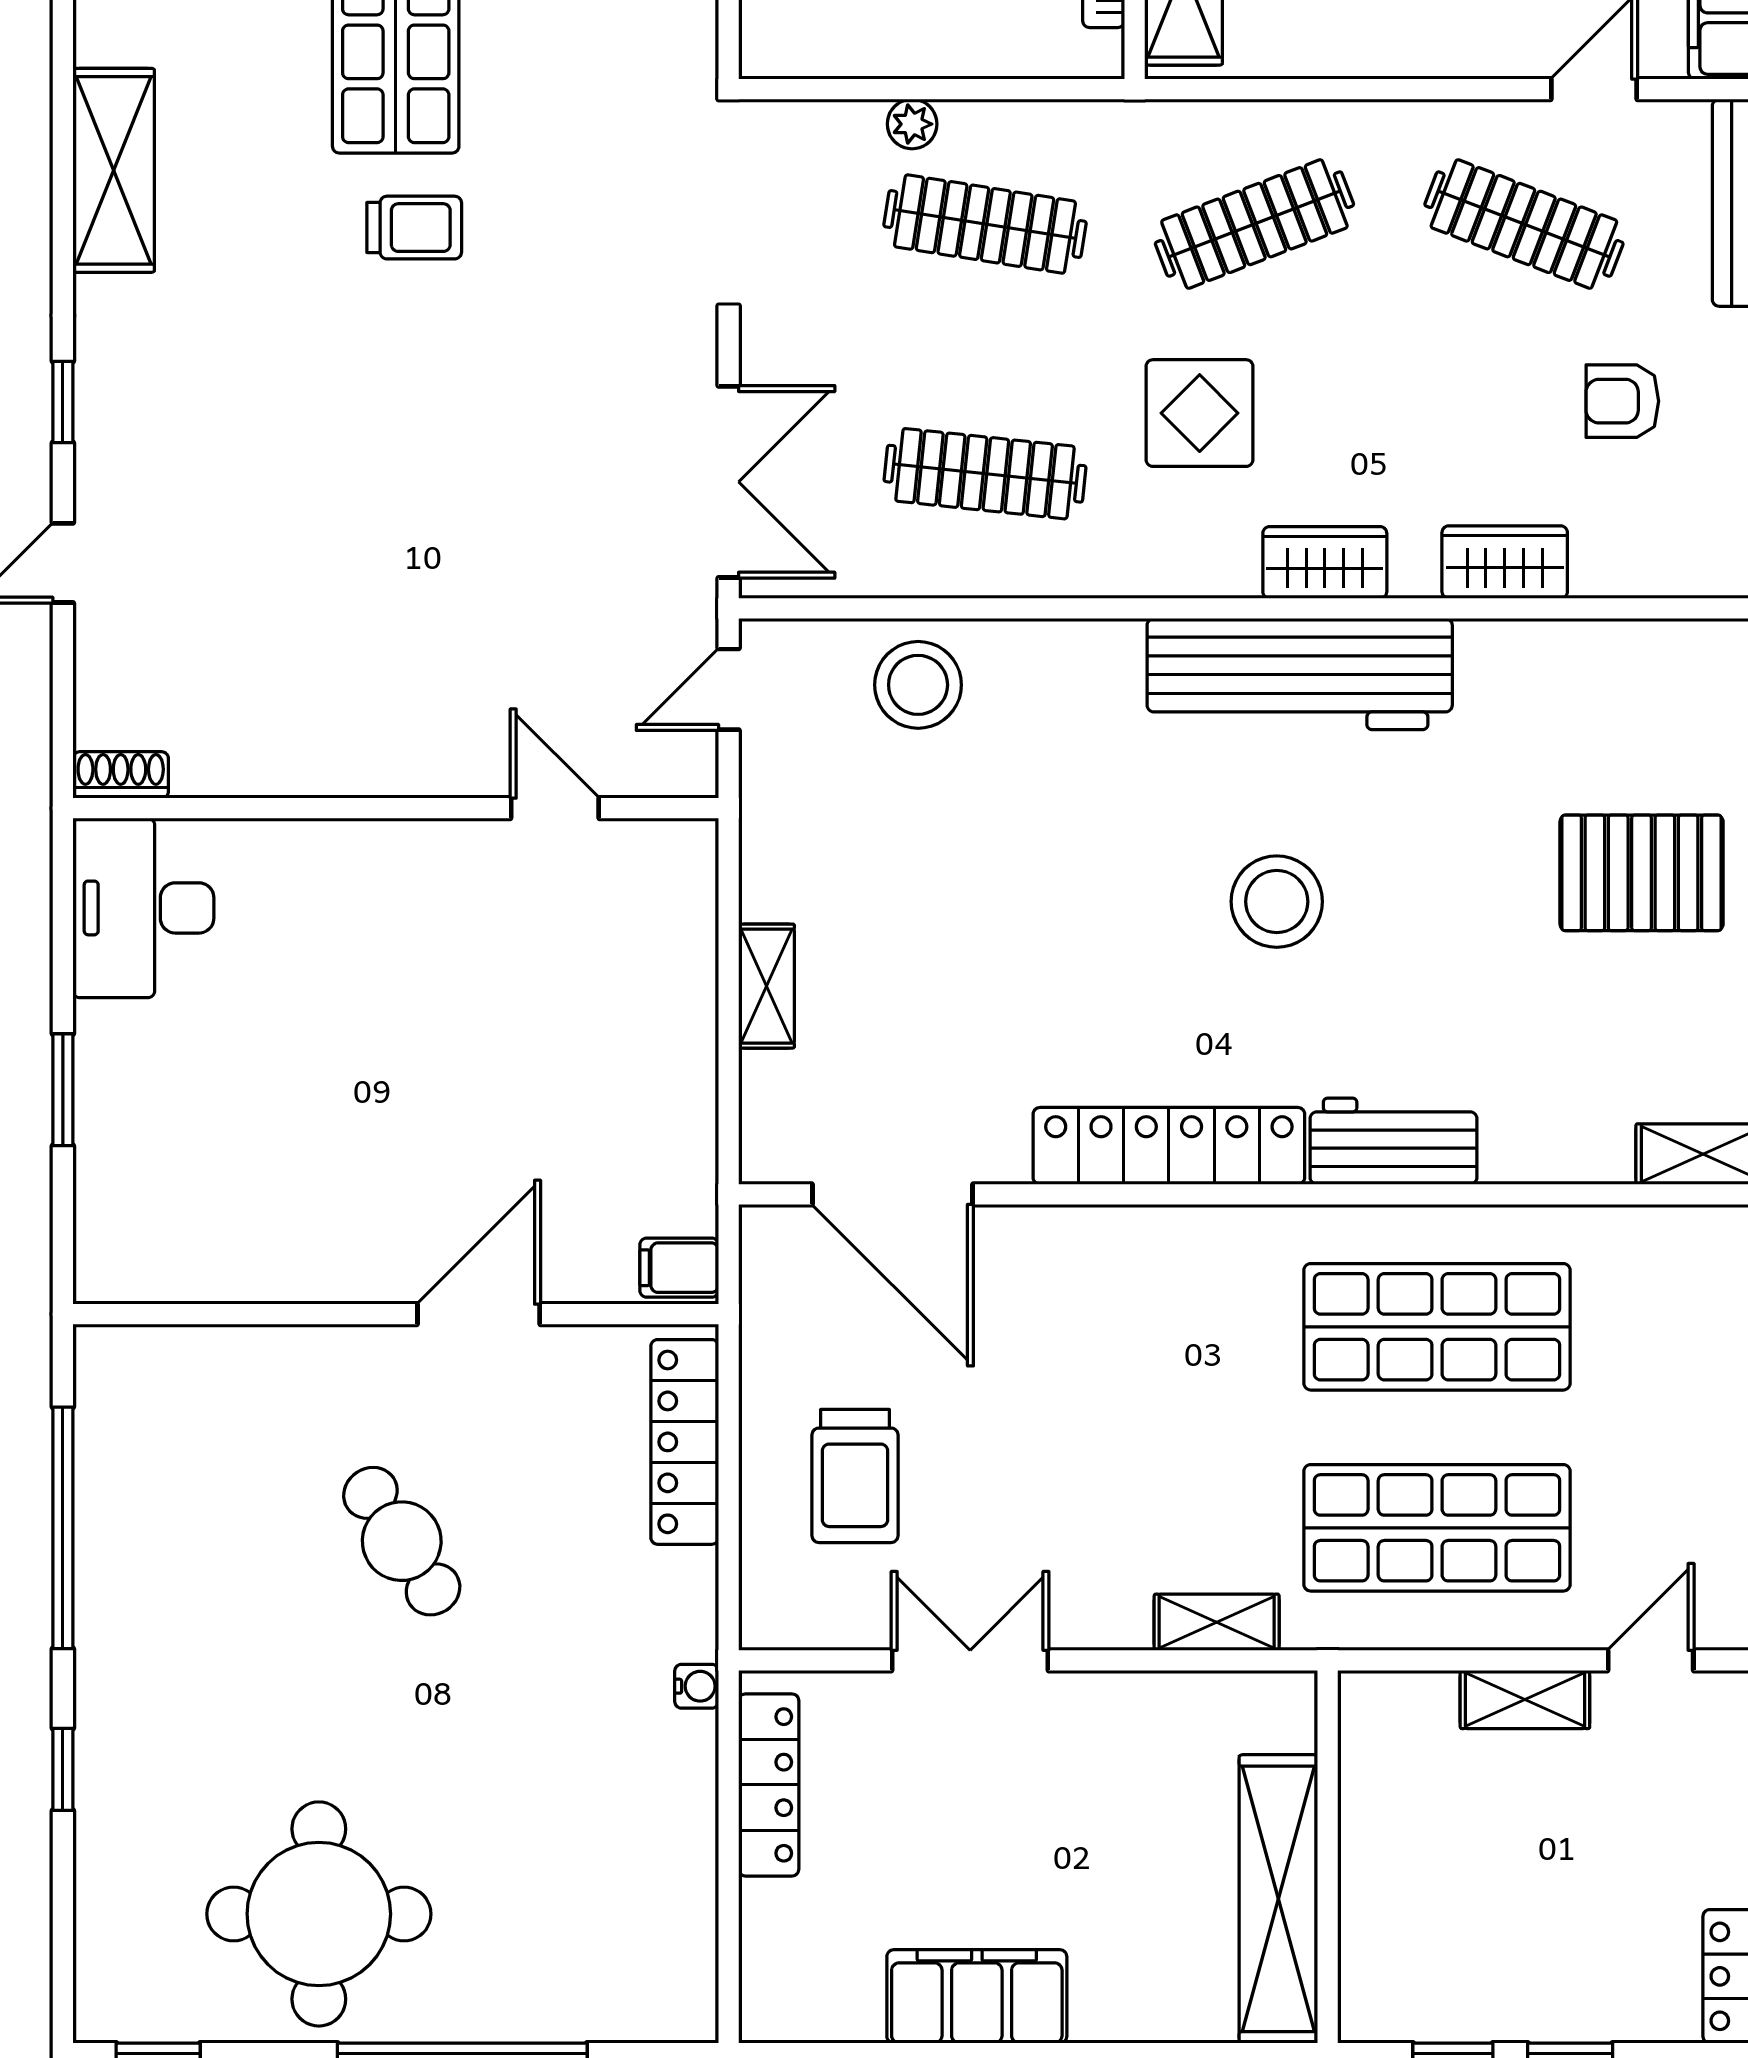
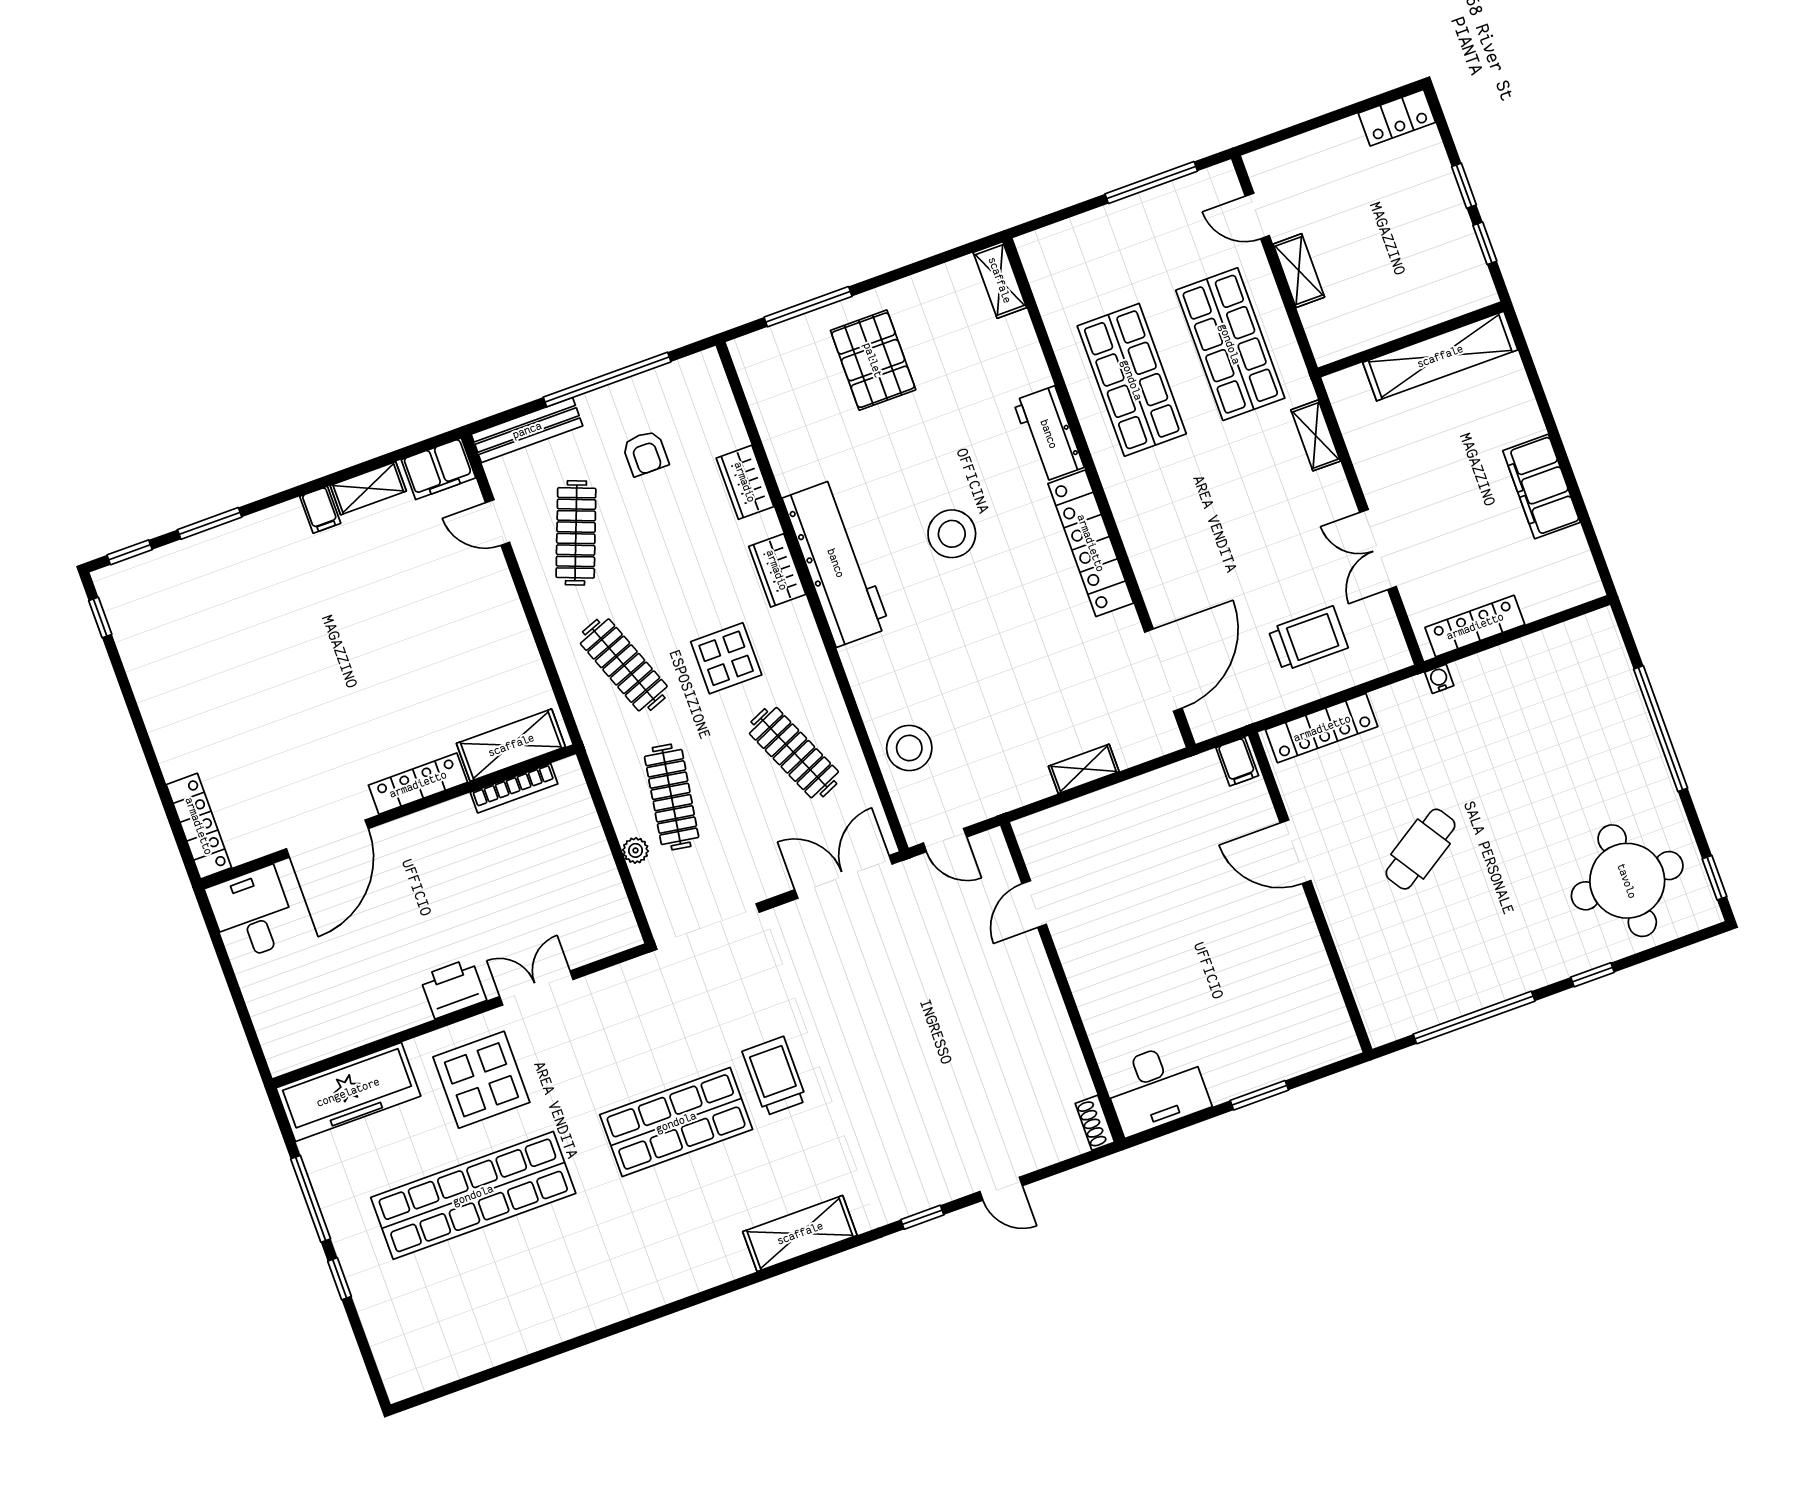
trolley: (414, 228) -> (775, 1076), width x1.36, depth x1.39
clothes rail: (985, 474) -> (794, 753), turned -30
round table: (319, 1914) -> (1627, 881), moved

